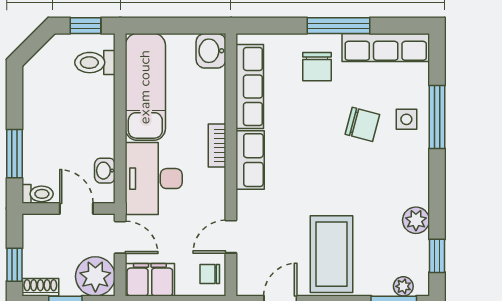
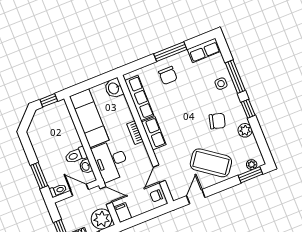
row of seats: (386, 47) -> (204, 50), width x0.68
toilet: (95, 63) -> (76, 155), moved
chair: (362, 124) -> (217, 121), moved
coffee table: (332, 254) -> (211, 163), turned -54
window: (437, 256) -> (248, 109), moved
filing cabinet: (150, 280) -> (123, 212), width x0.50

